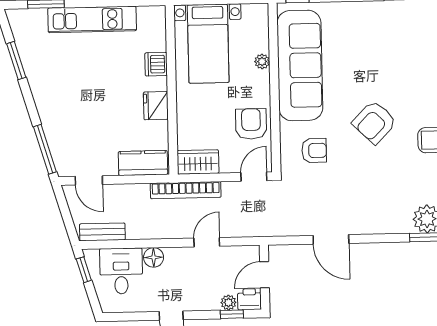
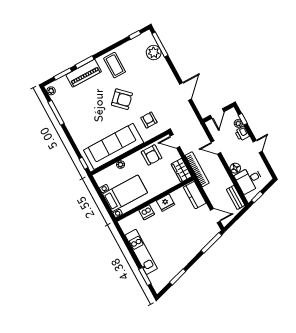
armchair: (251, 124) -> (152, 155), turned -90
door: (89, 180) -> (215, 216), hinge flipped
door: (265, 275) -> (217, 114), hinge flipped
printer: (249, 299) -> (242, 134), moved

